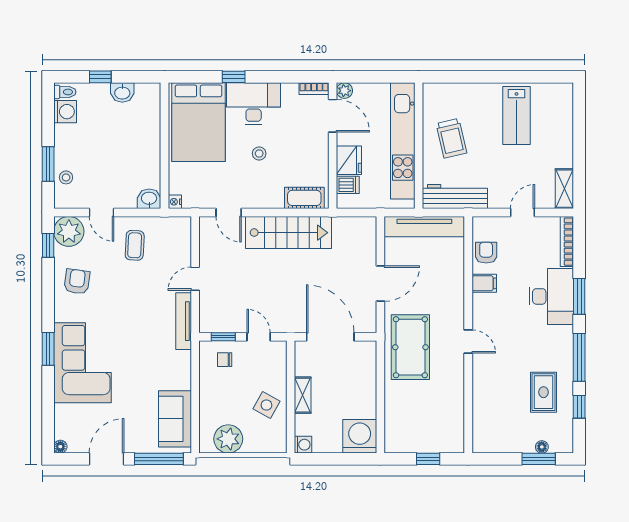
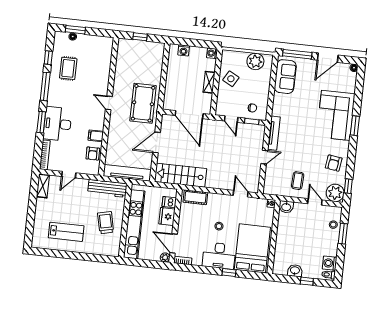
lab bench: (516, 115) -> (66, 232), turned 90
stairs: (288, 233) -> (180, 175), moved
washing machine: (360, 436) -> (184, 50), width x0.53, depth x0.53

